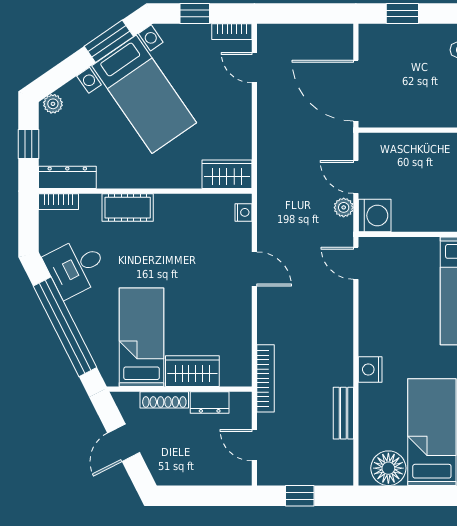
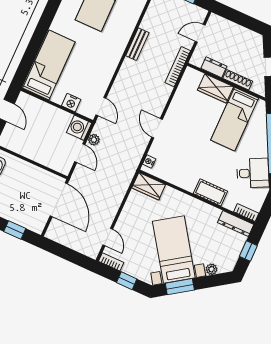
plant: (53, 104) -> (211, 269), moved
nightstand: (370, 369) -> (71, 103), moved, turned 90
bench: (343, 413) -> (137, 44), moved
door: (254, 445) -> (200, 33), swing flipped

